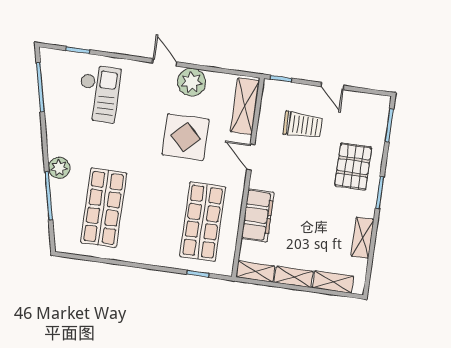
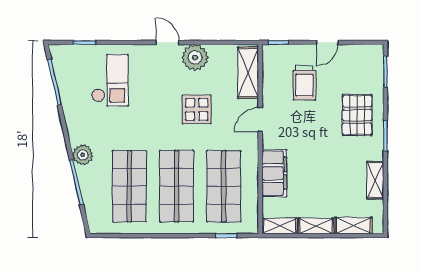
door: (332, 86) -> (327, 42), hinge flipped
trolley: (303, 125) -> (304, 83), turned 90
display table: (186, 137) -> (197, 109), width x0.73, depth x0.73
door: (251, 157) -> (260, 120), hinge flipped
shop shelf: (153, 215) -> (177, 186), added

